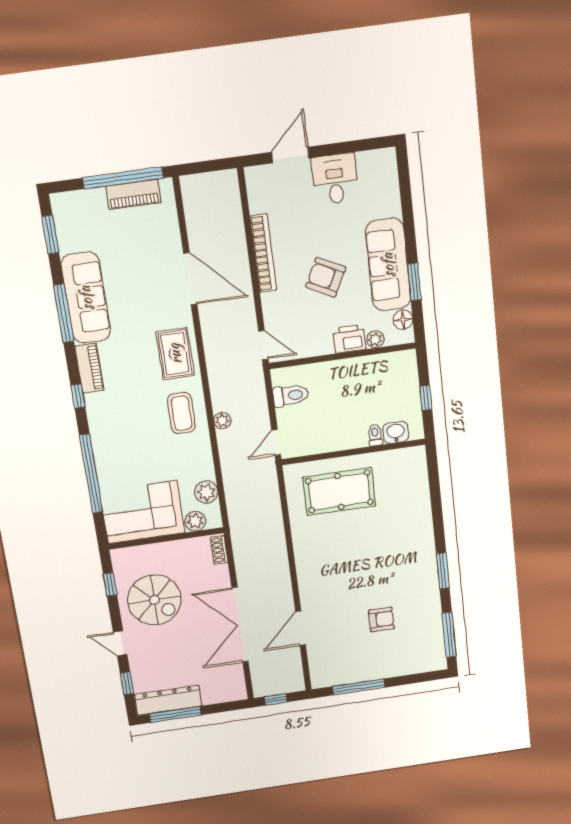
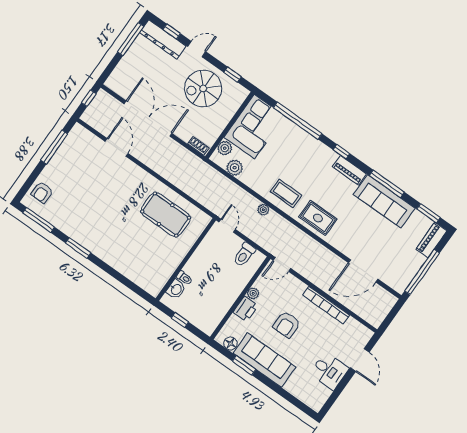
piano: (133, 194) -> (431, 240), moved
armchair: (326, 277) -> (287, 325), turned 153
door: (190, 279) -> (363, 271), moved
plant: (375, 339) -> (253, 293), moved
pool table: (339, 491) -> (166, 215), moved, turned 90
armchair: (381, 619) -> (42, 192), moved
dresser: (168, 700) -> (163, 39), moved, turned 90

